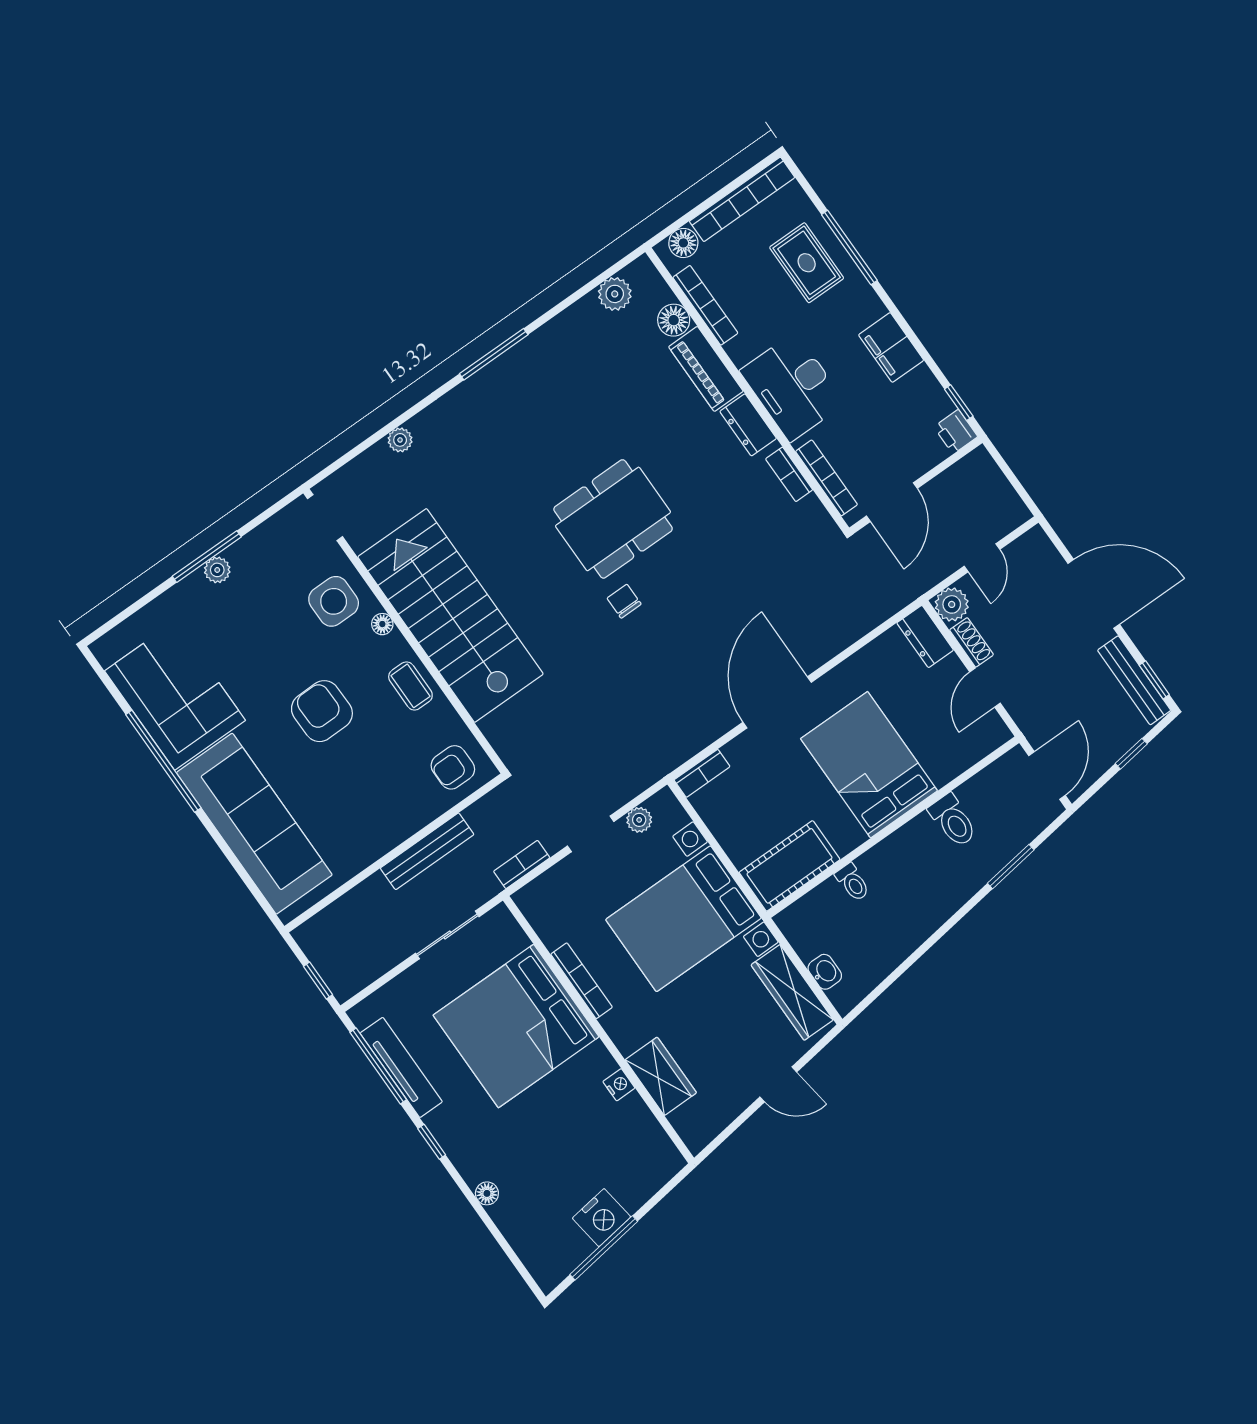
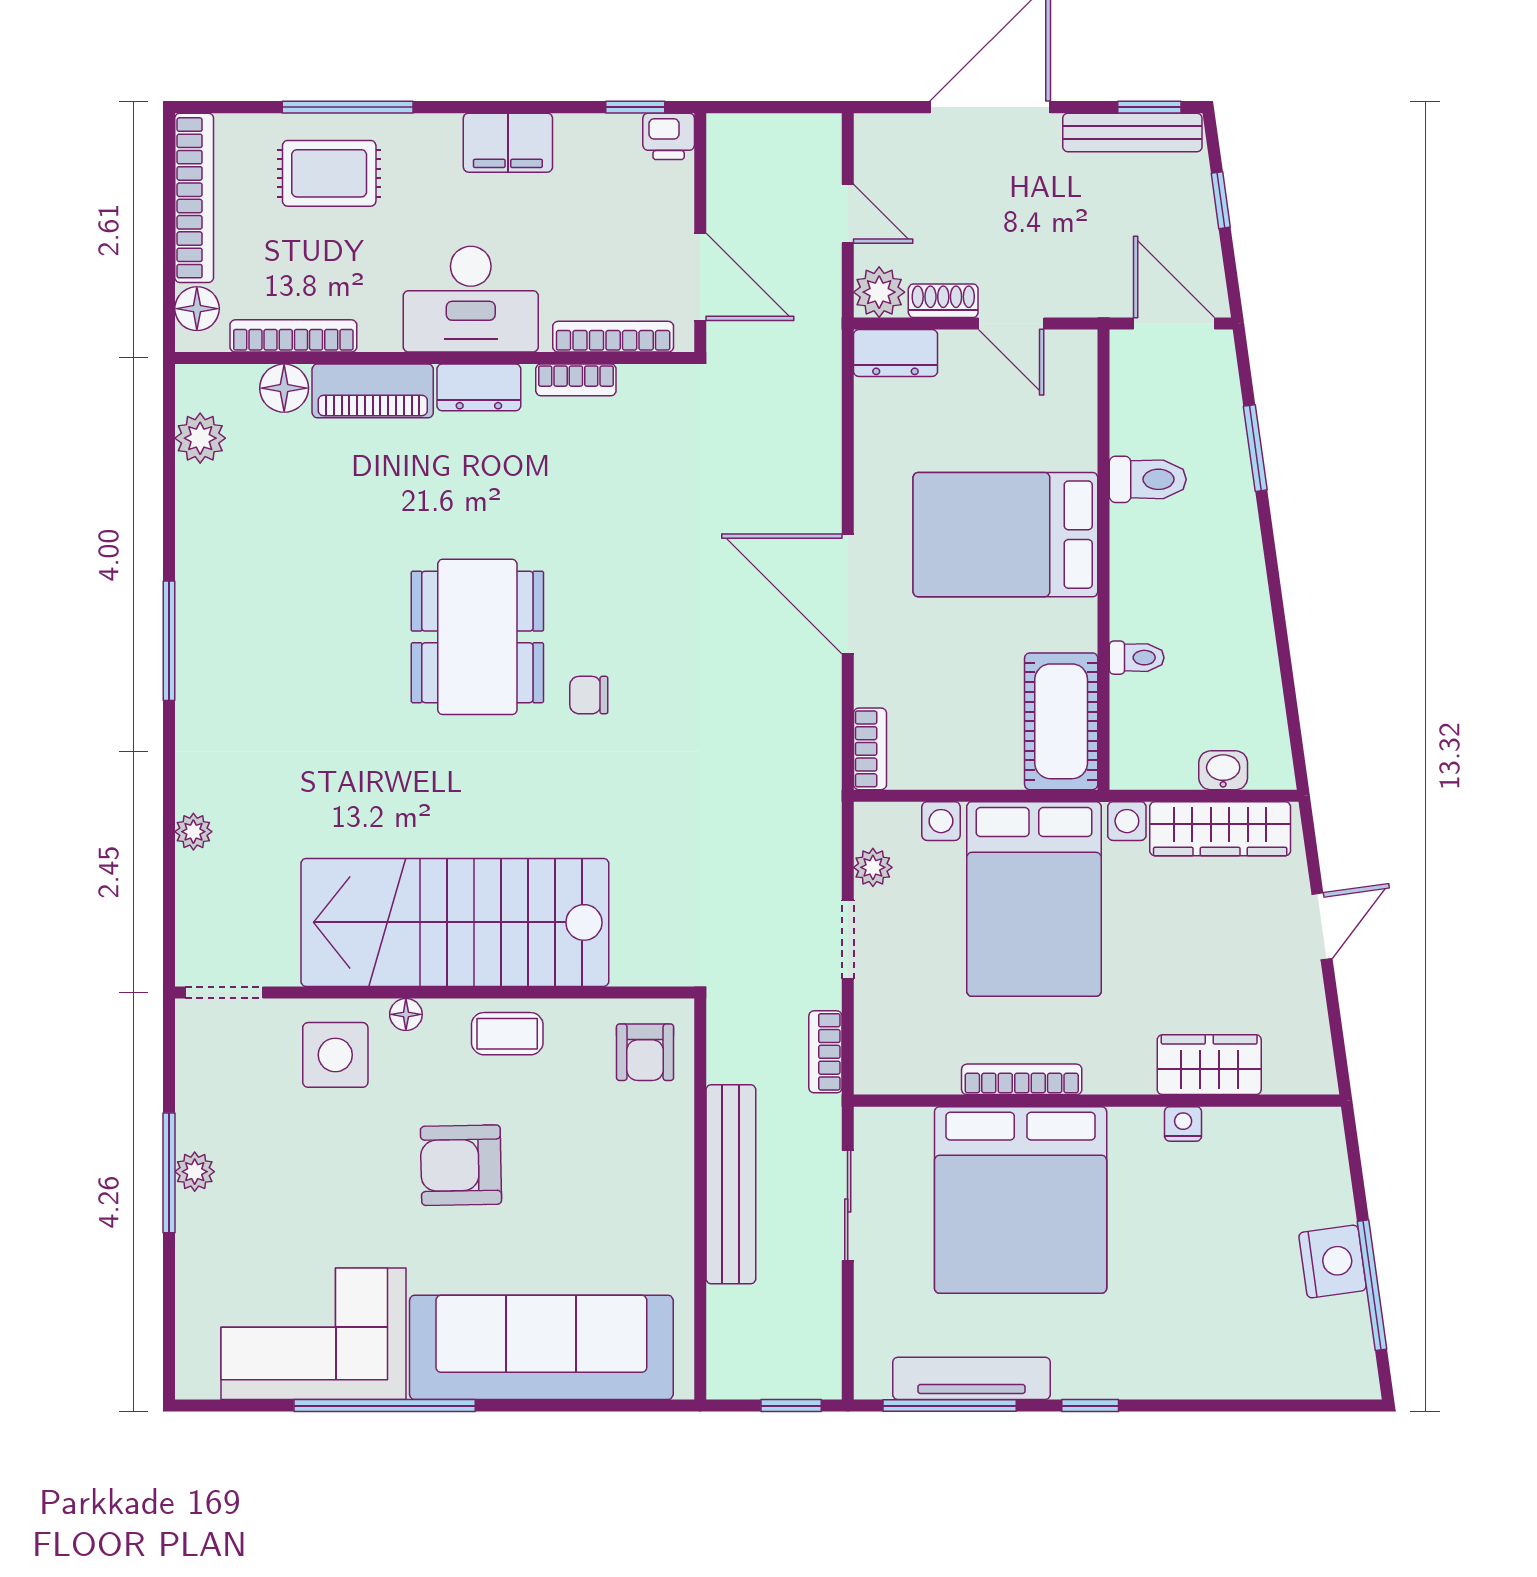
bench: (427, 851) -> (731, 1184), width x1.37, depth x1.21
floor lamp: (487, 1193) -> (1202, 1382), removed

